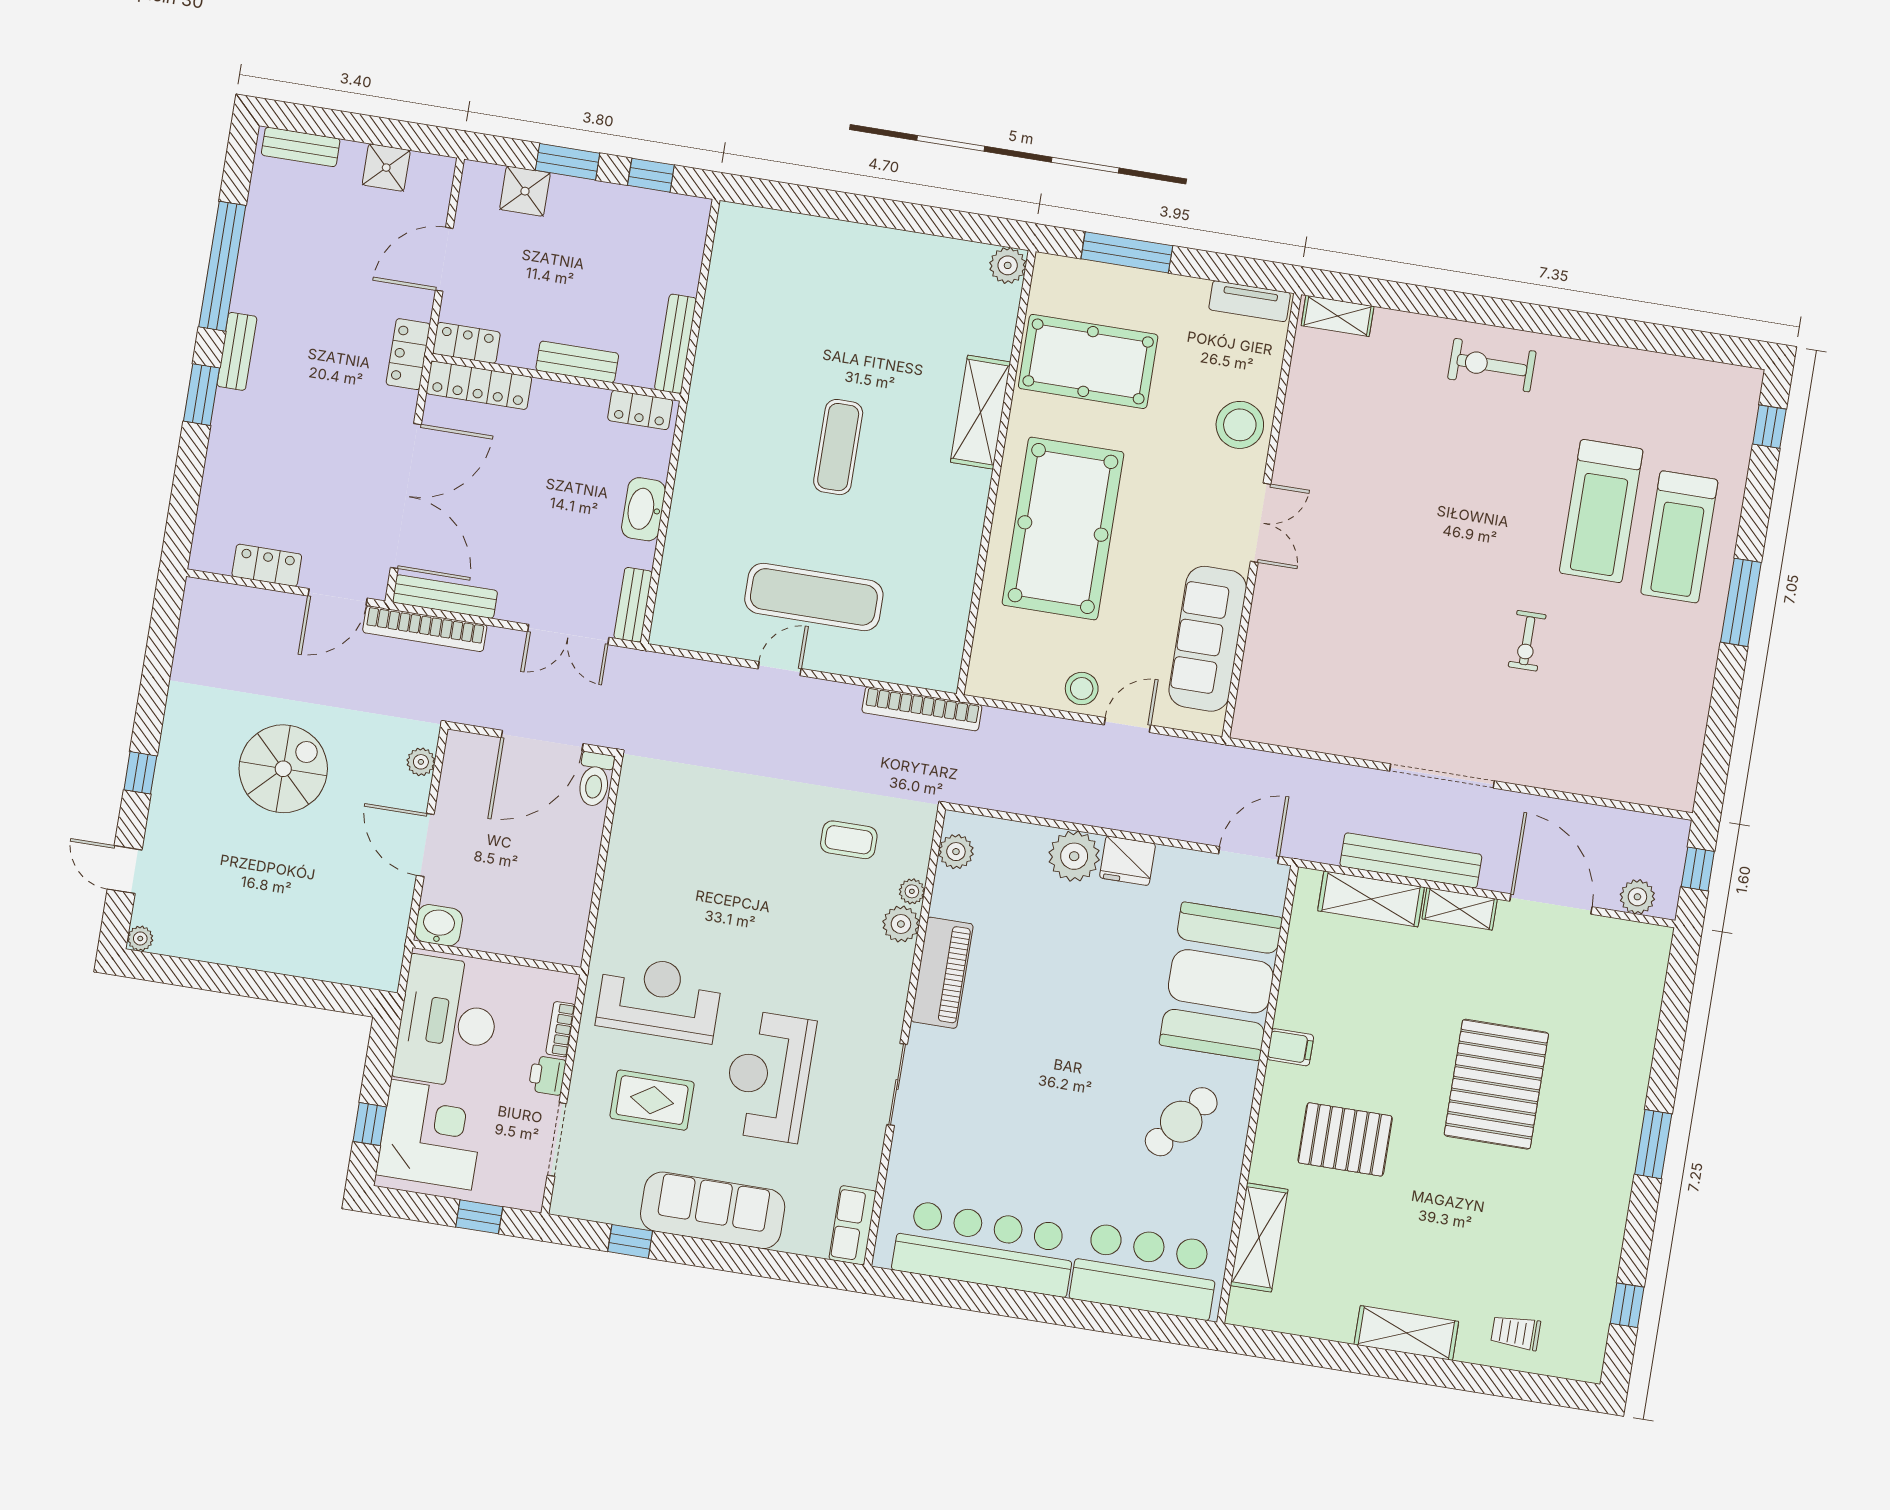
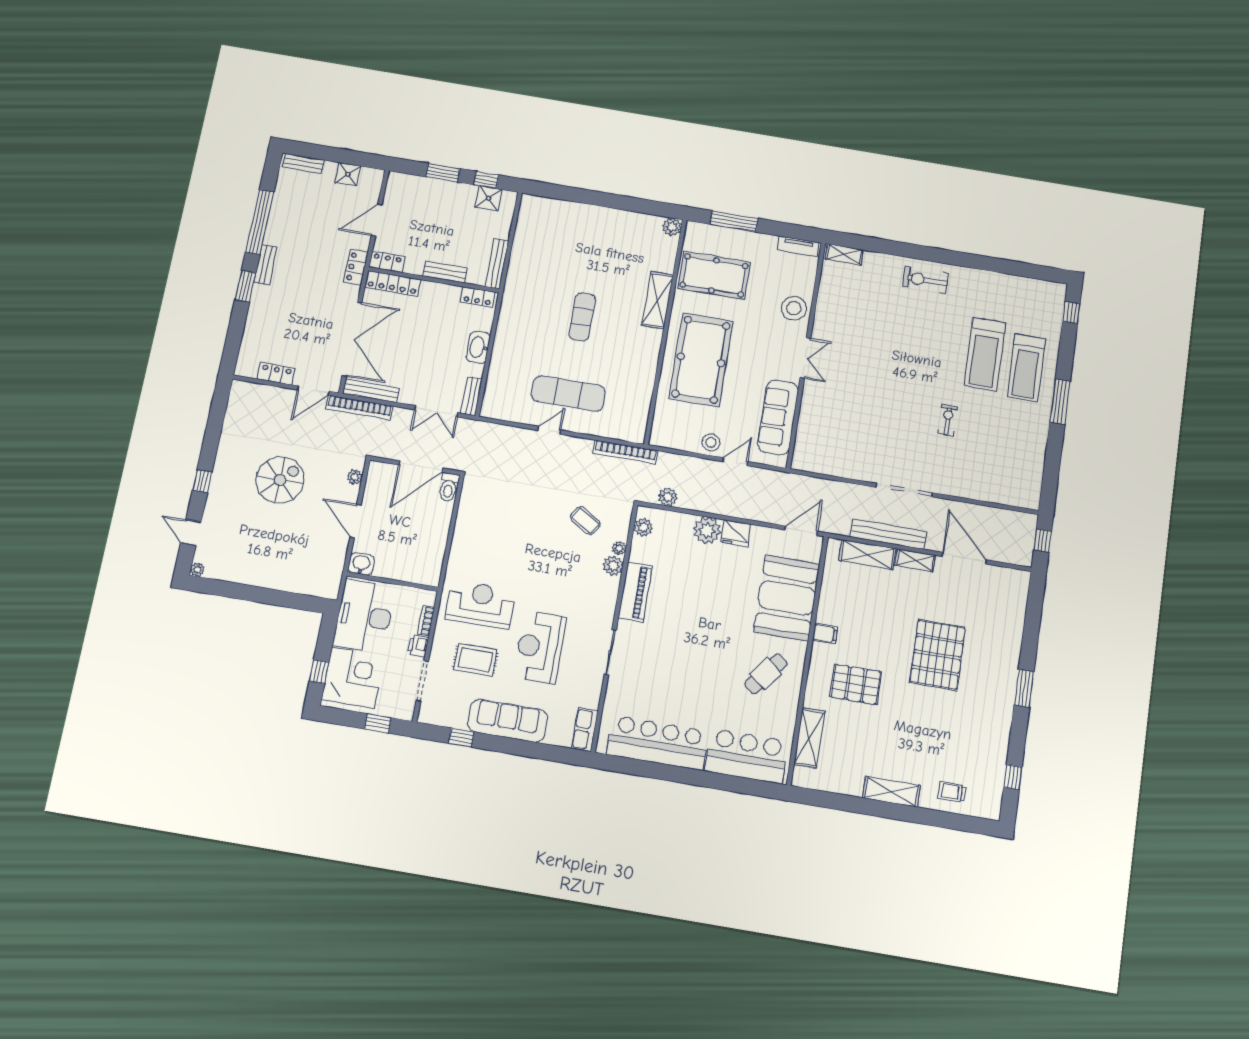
shower: (525, 191) -> (489, 198), moved
exercise bike: (1527, 641) -> (948, 420), turned 180
coffee table: (849, 840) -> (585, 520), turned 32
plant: (1637, 897) -> (668, 497), moved

